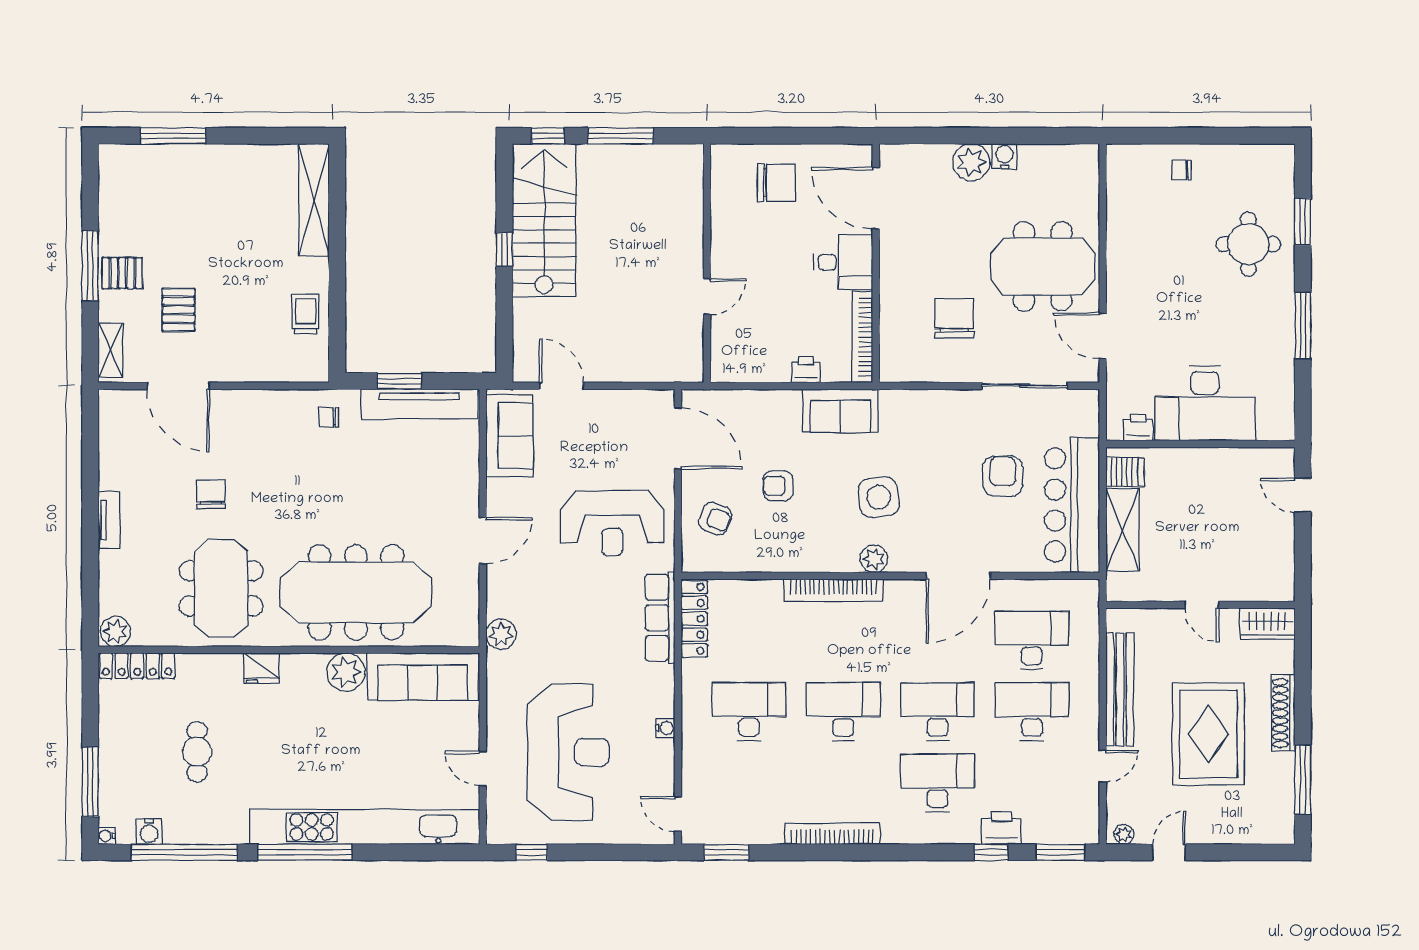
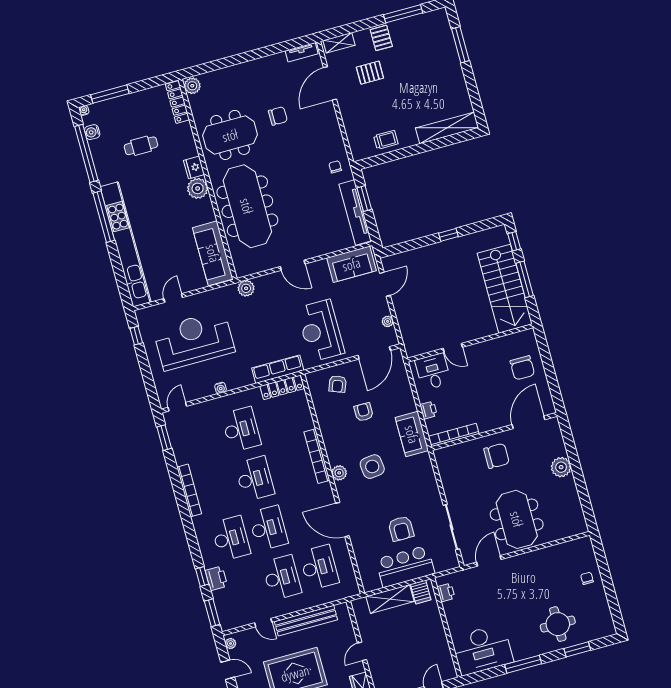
water cooler: (1005, 156) -> (569, 484), removed
stairs: (544, 220) -> (505, 289), moved, turned 90
desk: (843, 262) -> (433, 372), moved, turned 180
window: (90, 266) -> (403, 14), moved
chair: (954, 318) -> (497, 456), moved
plant: (629, 399) -> (388, 321), added
desk: (1205, 403) -> (482, 650), moved, turned -90
armchair: (1003, 476) -> (401, 529), turned 90
bar counter: (1072, 505) -> (405, 566), width x0.73
tv unit: (109, 520) -> (302, 52), moved
plant: (346, 672) -> (198, 188), moved
reception desk: (568, 752) -> (194, 340), turned 180

